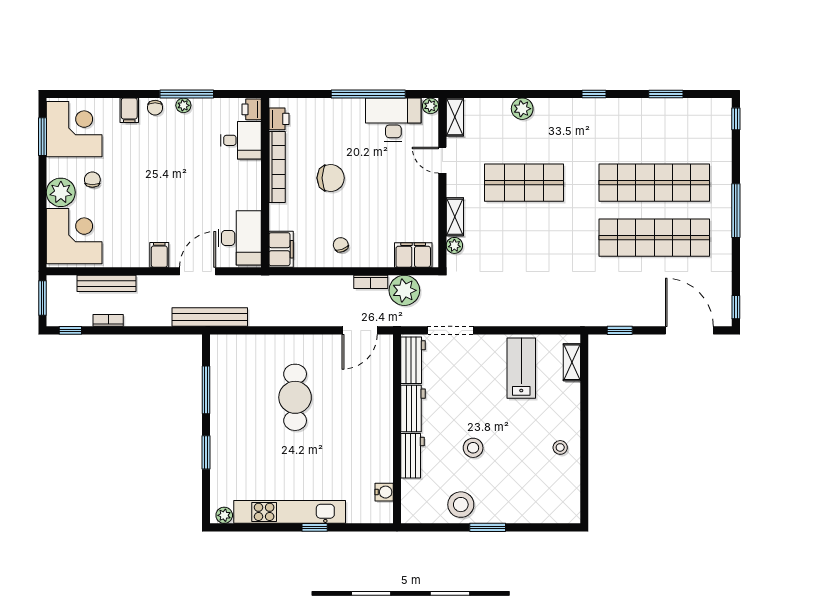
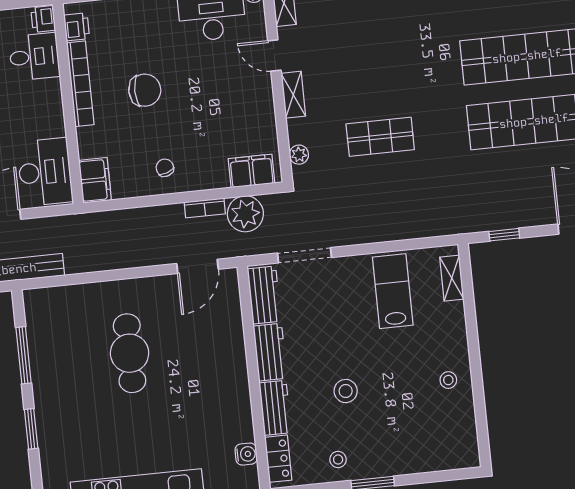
shop shelf: (524, 183) -> (380, 137), moved, width x0.70, depth x0.74
shelving: (455, 217) -> (293, 95), moved
locker: (411, 499) -> (278, 459), added
stool: (461, 505) -> (338, 459), width x0.53, depth x0.53

